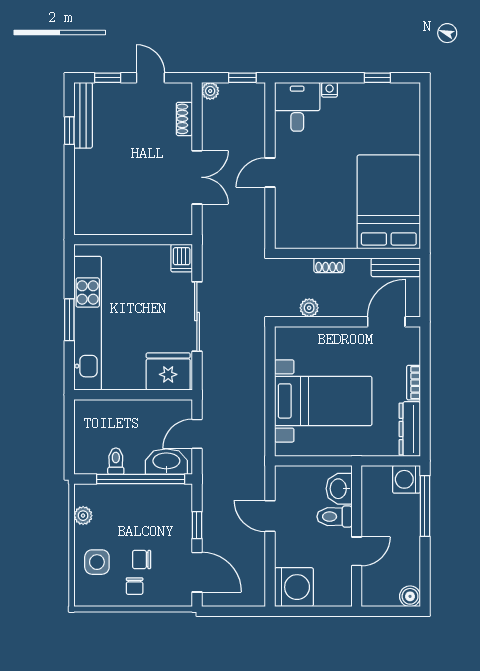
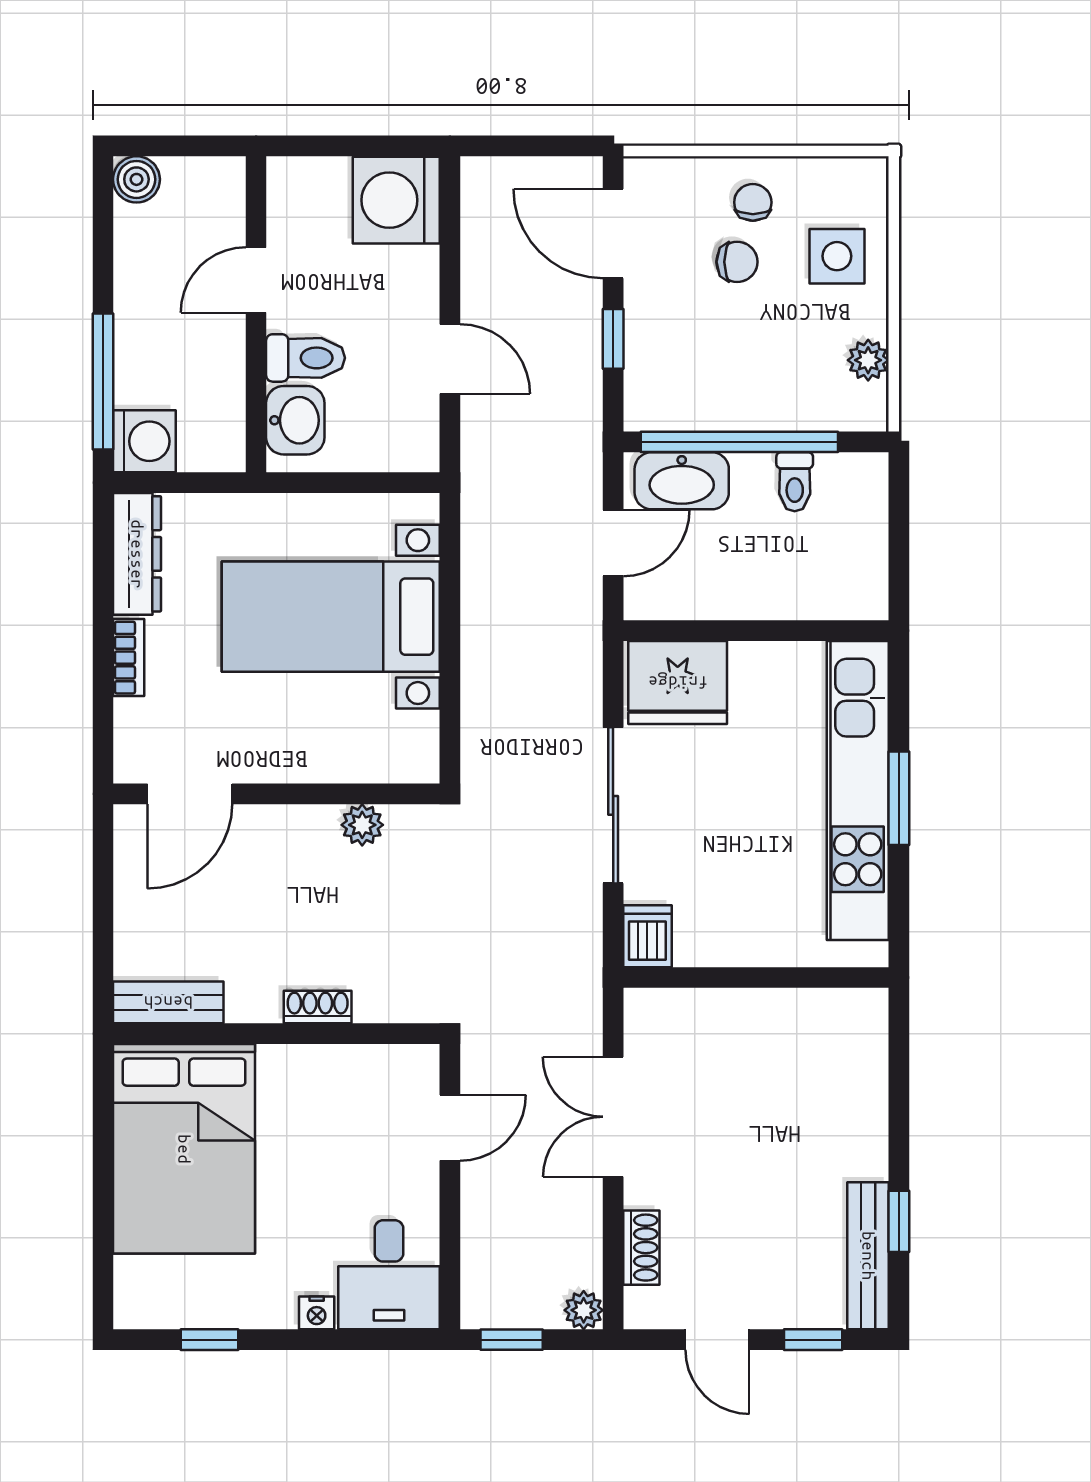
bed: (389, 202) -> (184, 1149), moved
wall: (347, 253) -> (276, 1034), moved
shoe rack: (329, 265) -> (318, 1007), moved
bench: (396, 267) -> (168, 1002), moved

